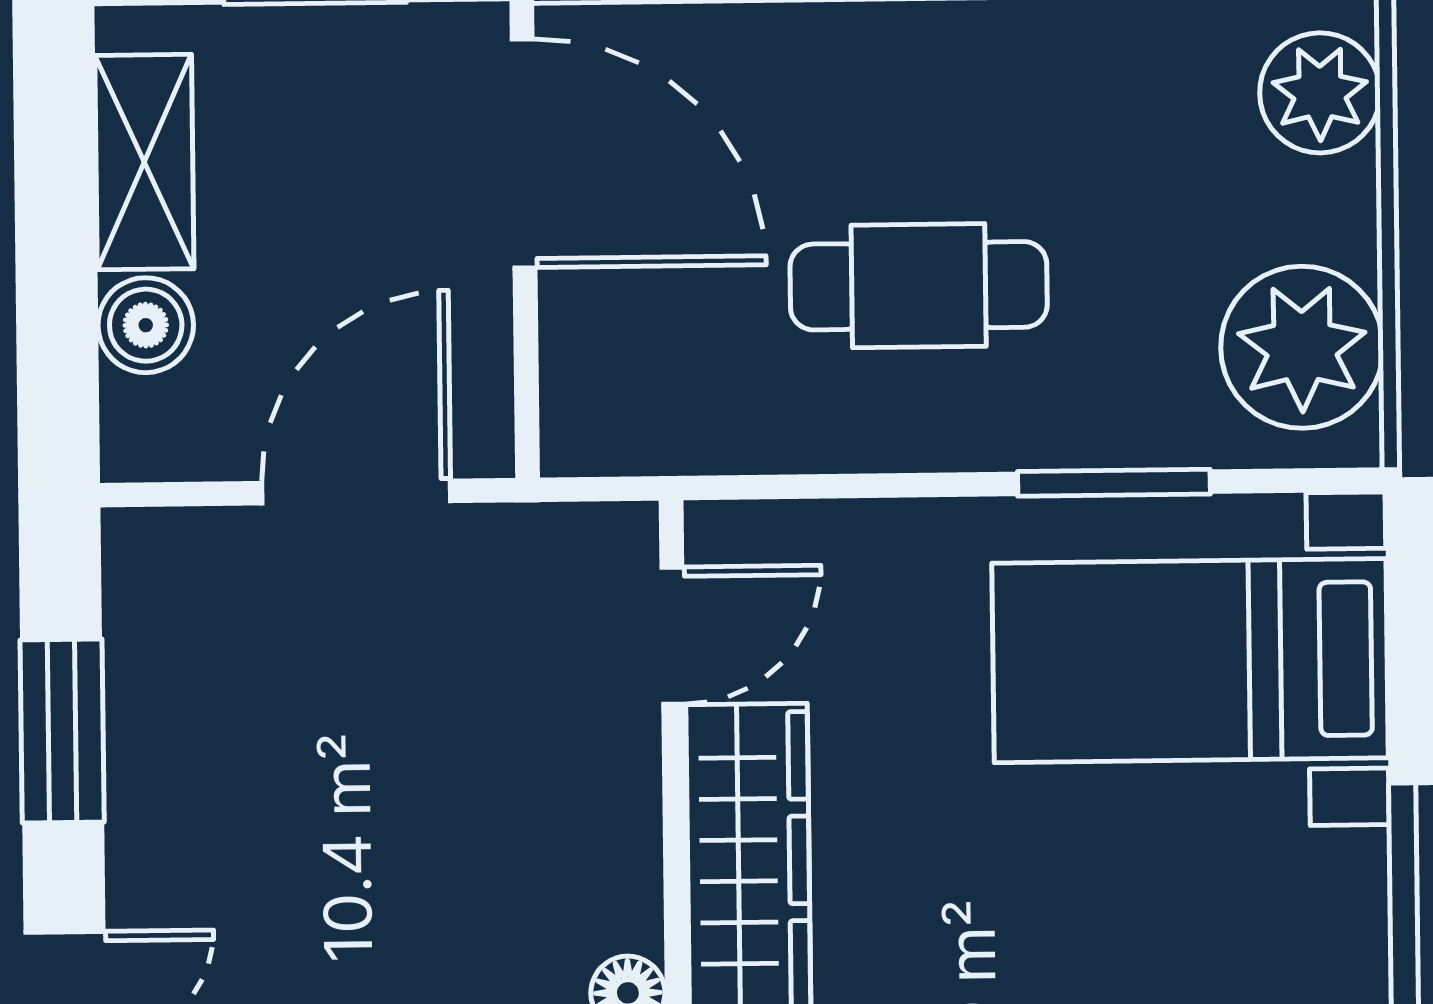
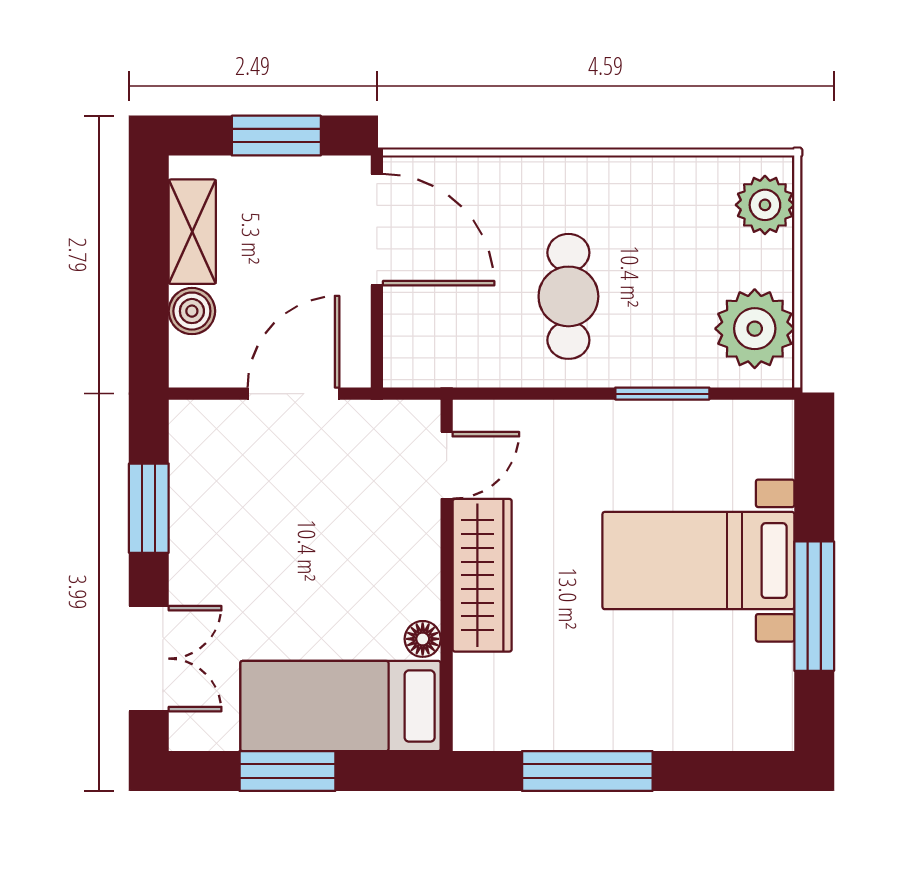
cafe table: (919, 286) -> (568, 296), turned 90
bed with nightstands: (1190, 661) -> (698, 561), moved

